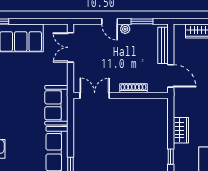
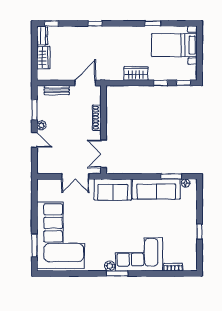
door: (110, 21) -> (34, 140), hinge flipped
bench: (163, 45) -> (57, 90), width x0.73
double door: (71, 47) -> (75, 176), moved

